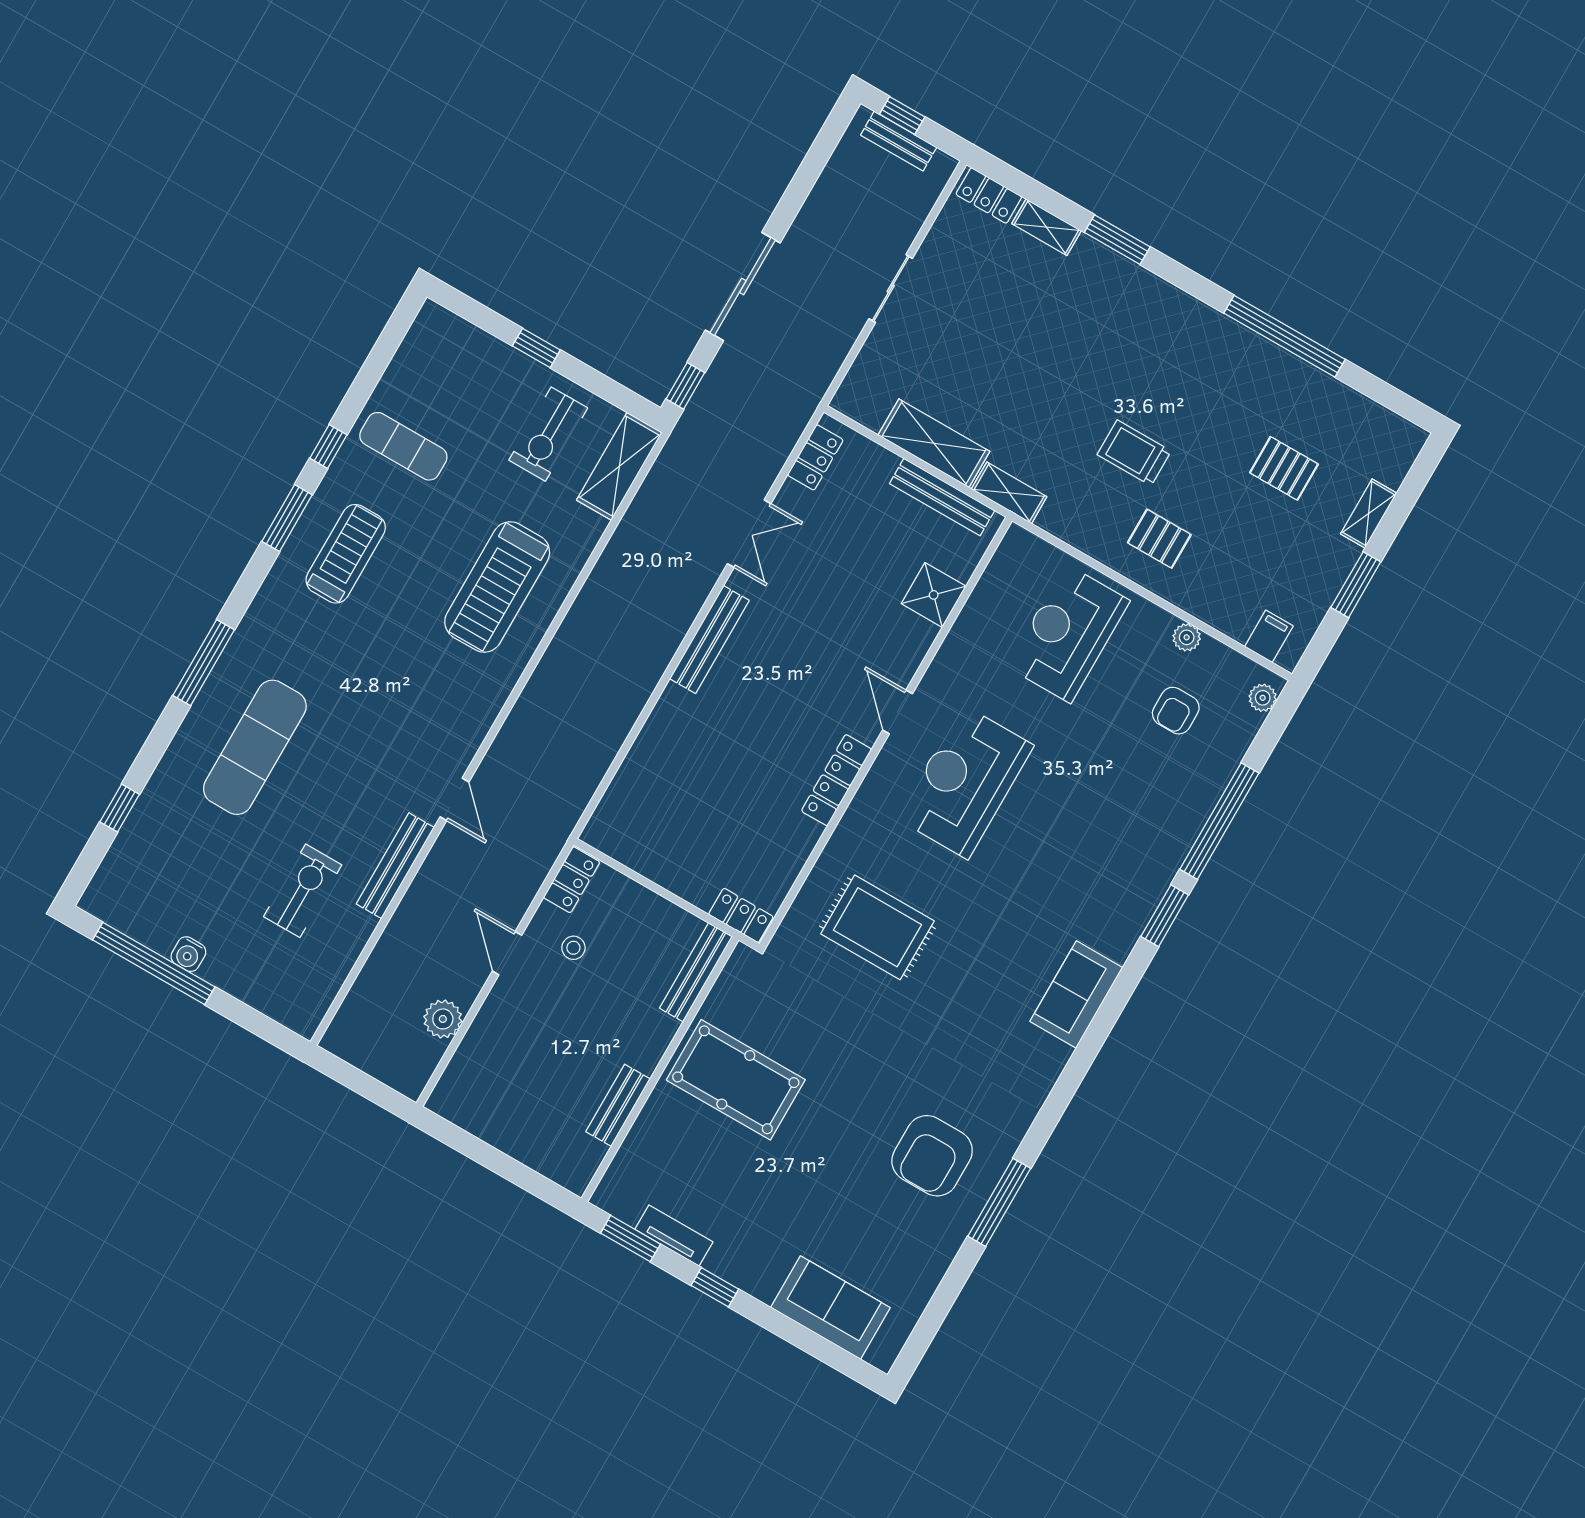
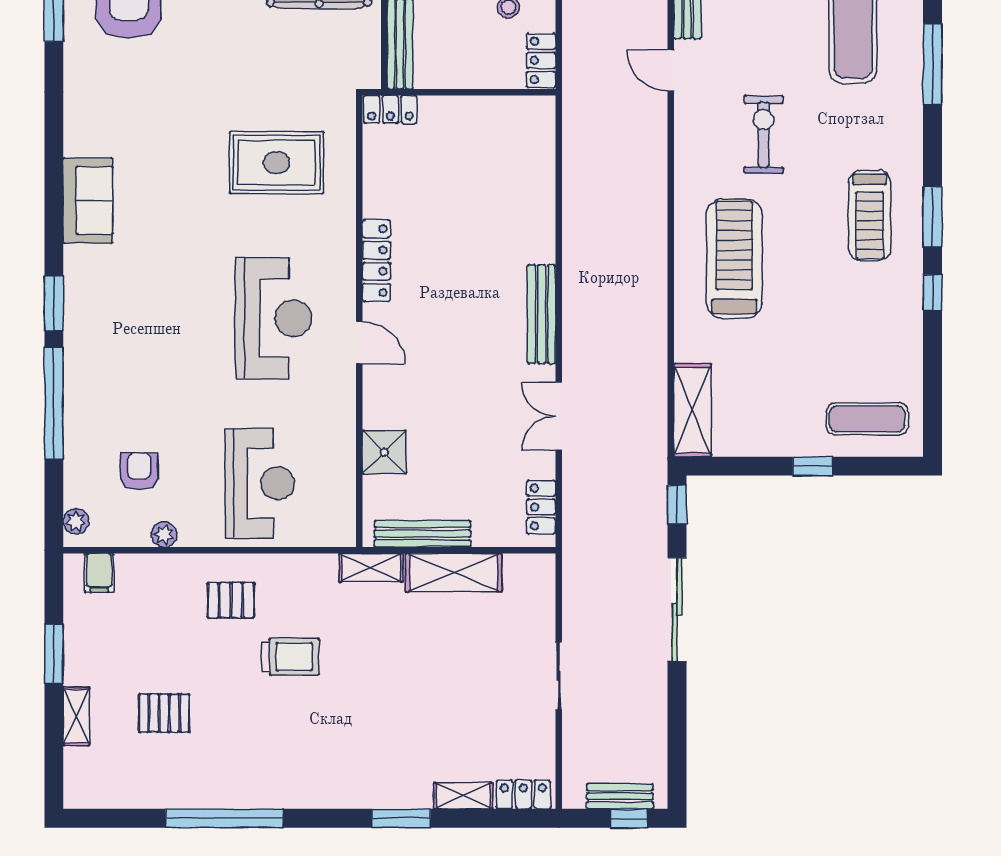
exercise bike: (548, 434) -> (764, 135), moved
exercise mat: (403, 446) -> (867, 419), moved

